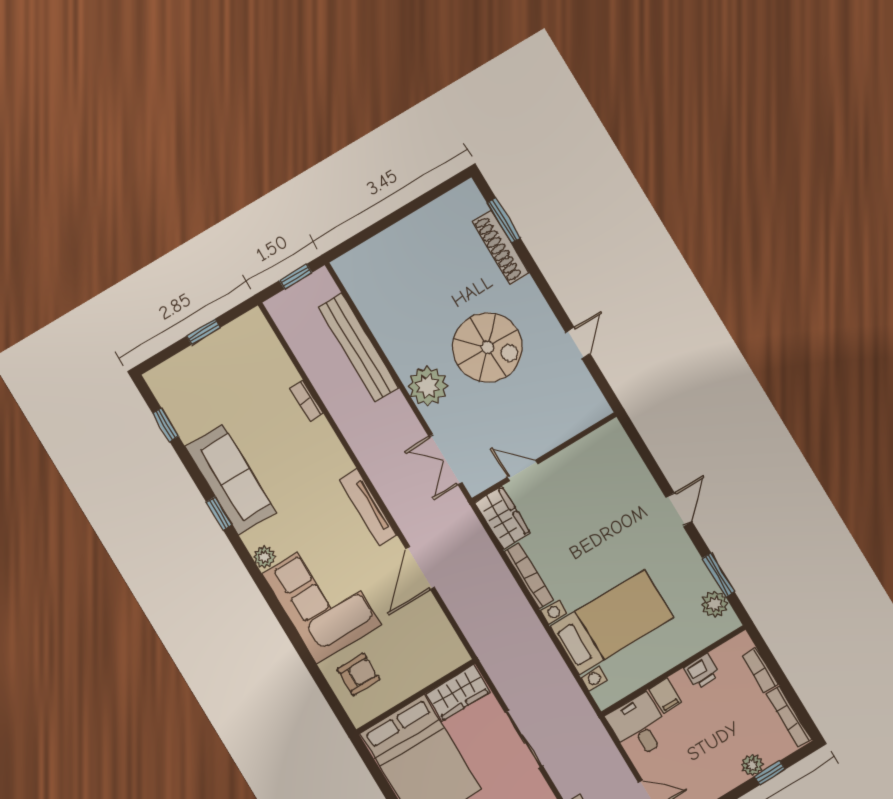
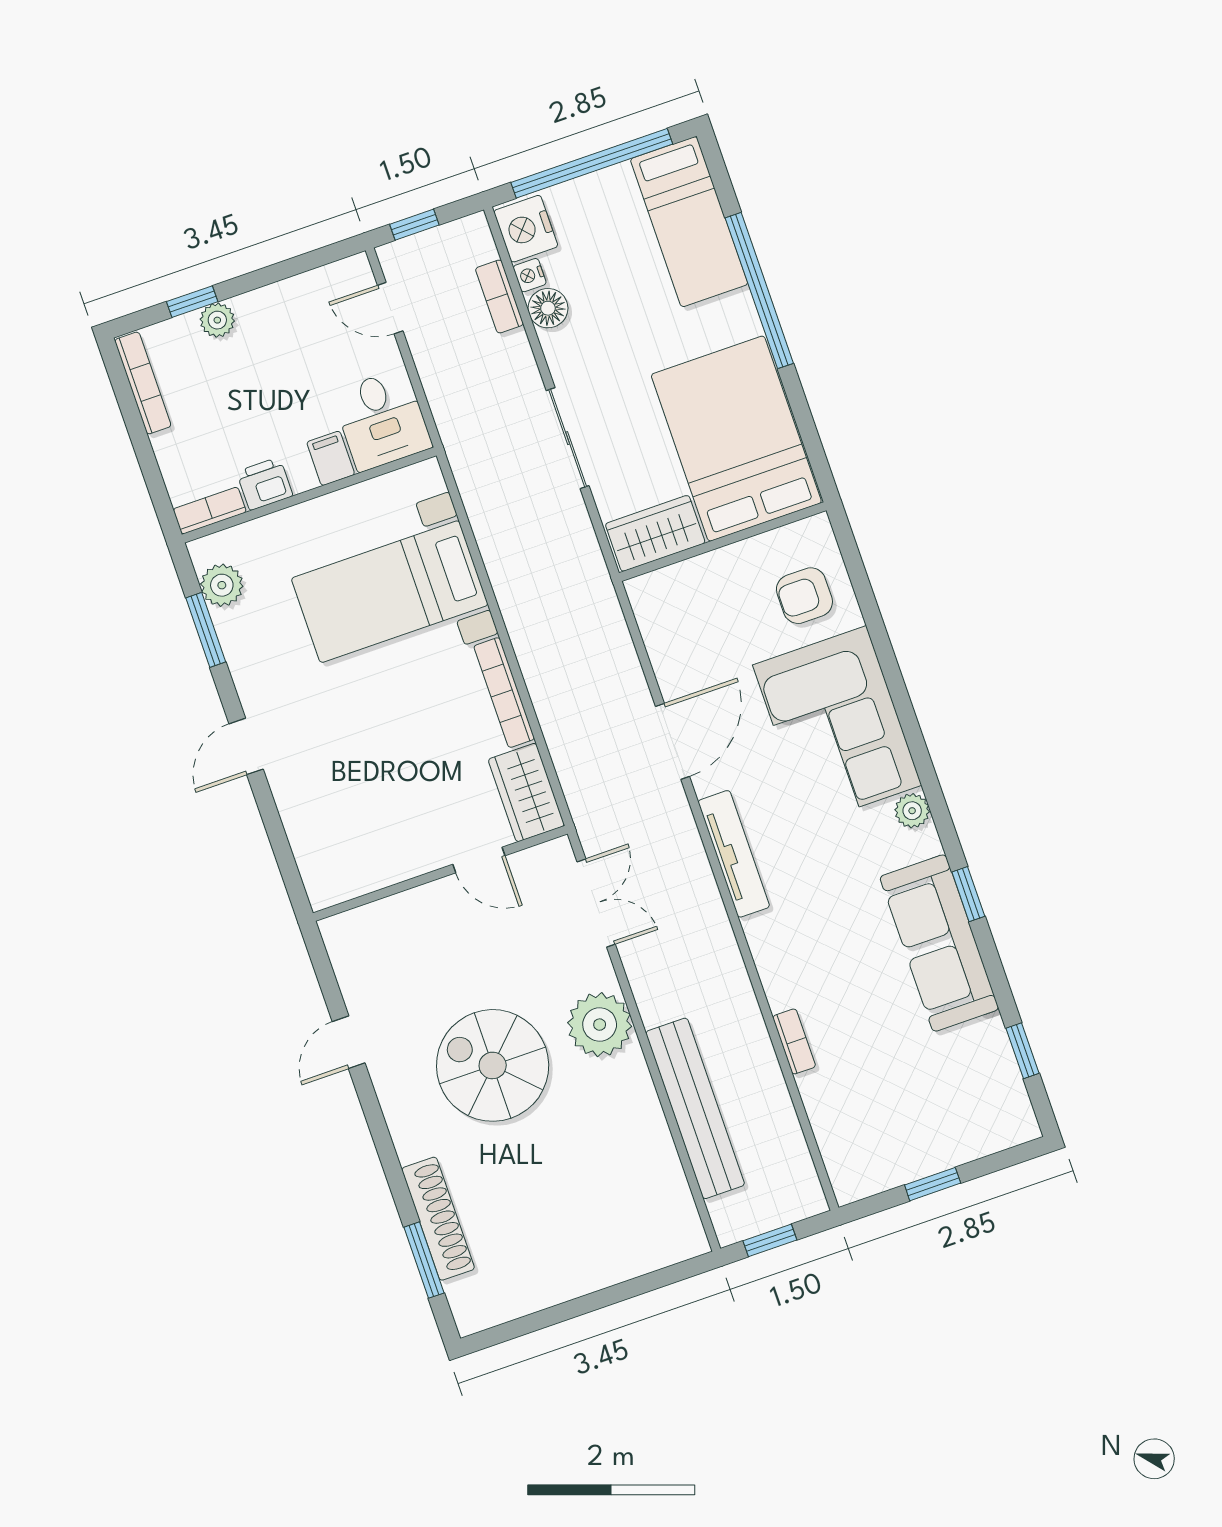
bookcase: (760, 670) -> (210, 511), moved, turned -90

